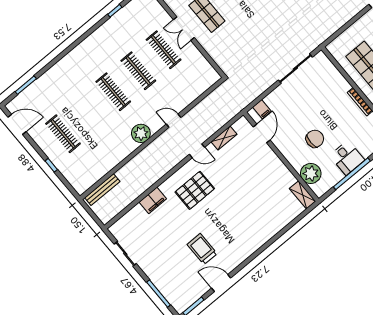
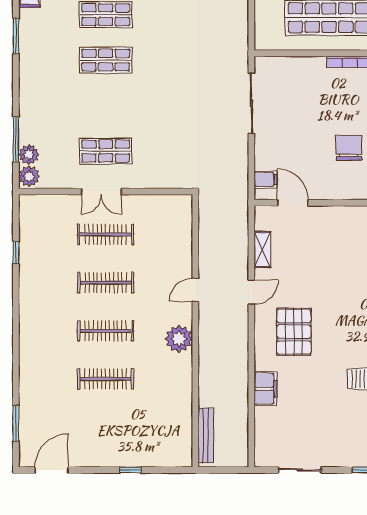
clothes rail: (63, 134) -> (106, 379), moved

